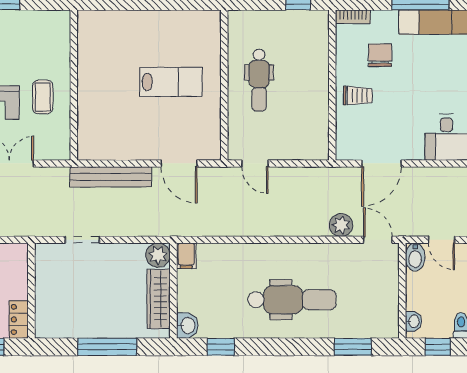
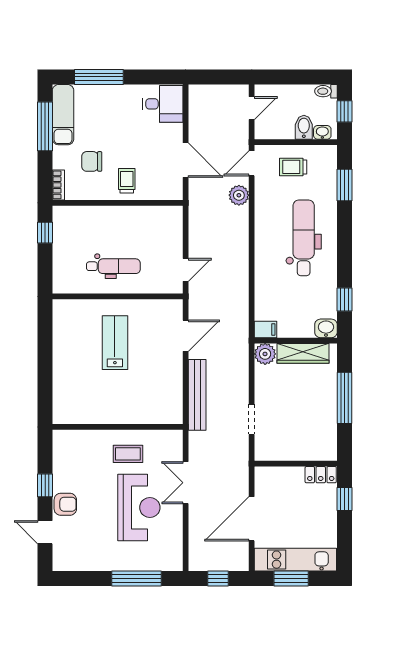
bidet: (415, 257) -> (304, 127), moved, turned -90
trolley: (374, 288) -> (293, 167), added

